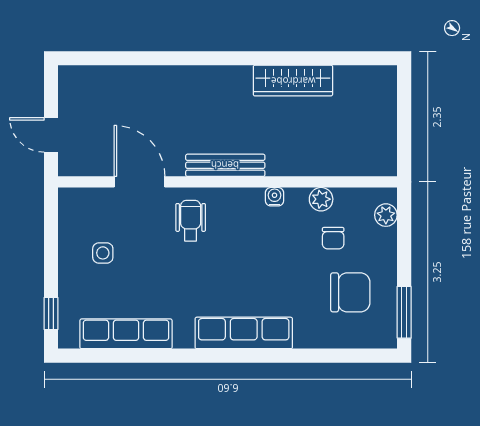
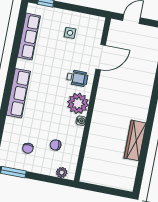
bench: (225, 165) -> (101, 100), removed
plant: (321, 199) -> (78, 103), moved, width x1.87, depth x1.87
chair: (350, 292) -> (28, 148), width x0.54, depth x0.54

